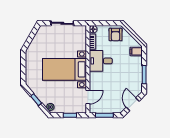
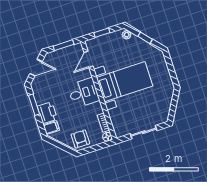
desk: (101, 61) -> (84, 93), moved
printer: (135, 65) -> (47, 113), added
door: (133, 104) -> (36, 68), hinge flipped

